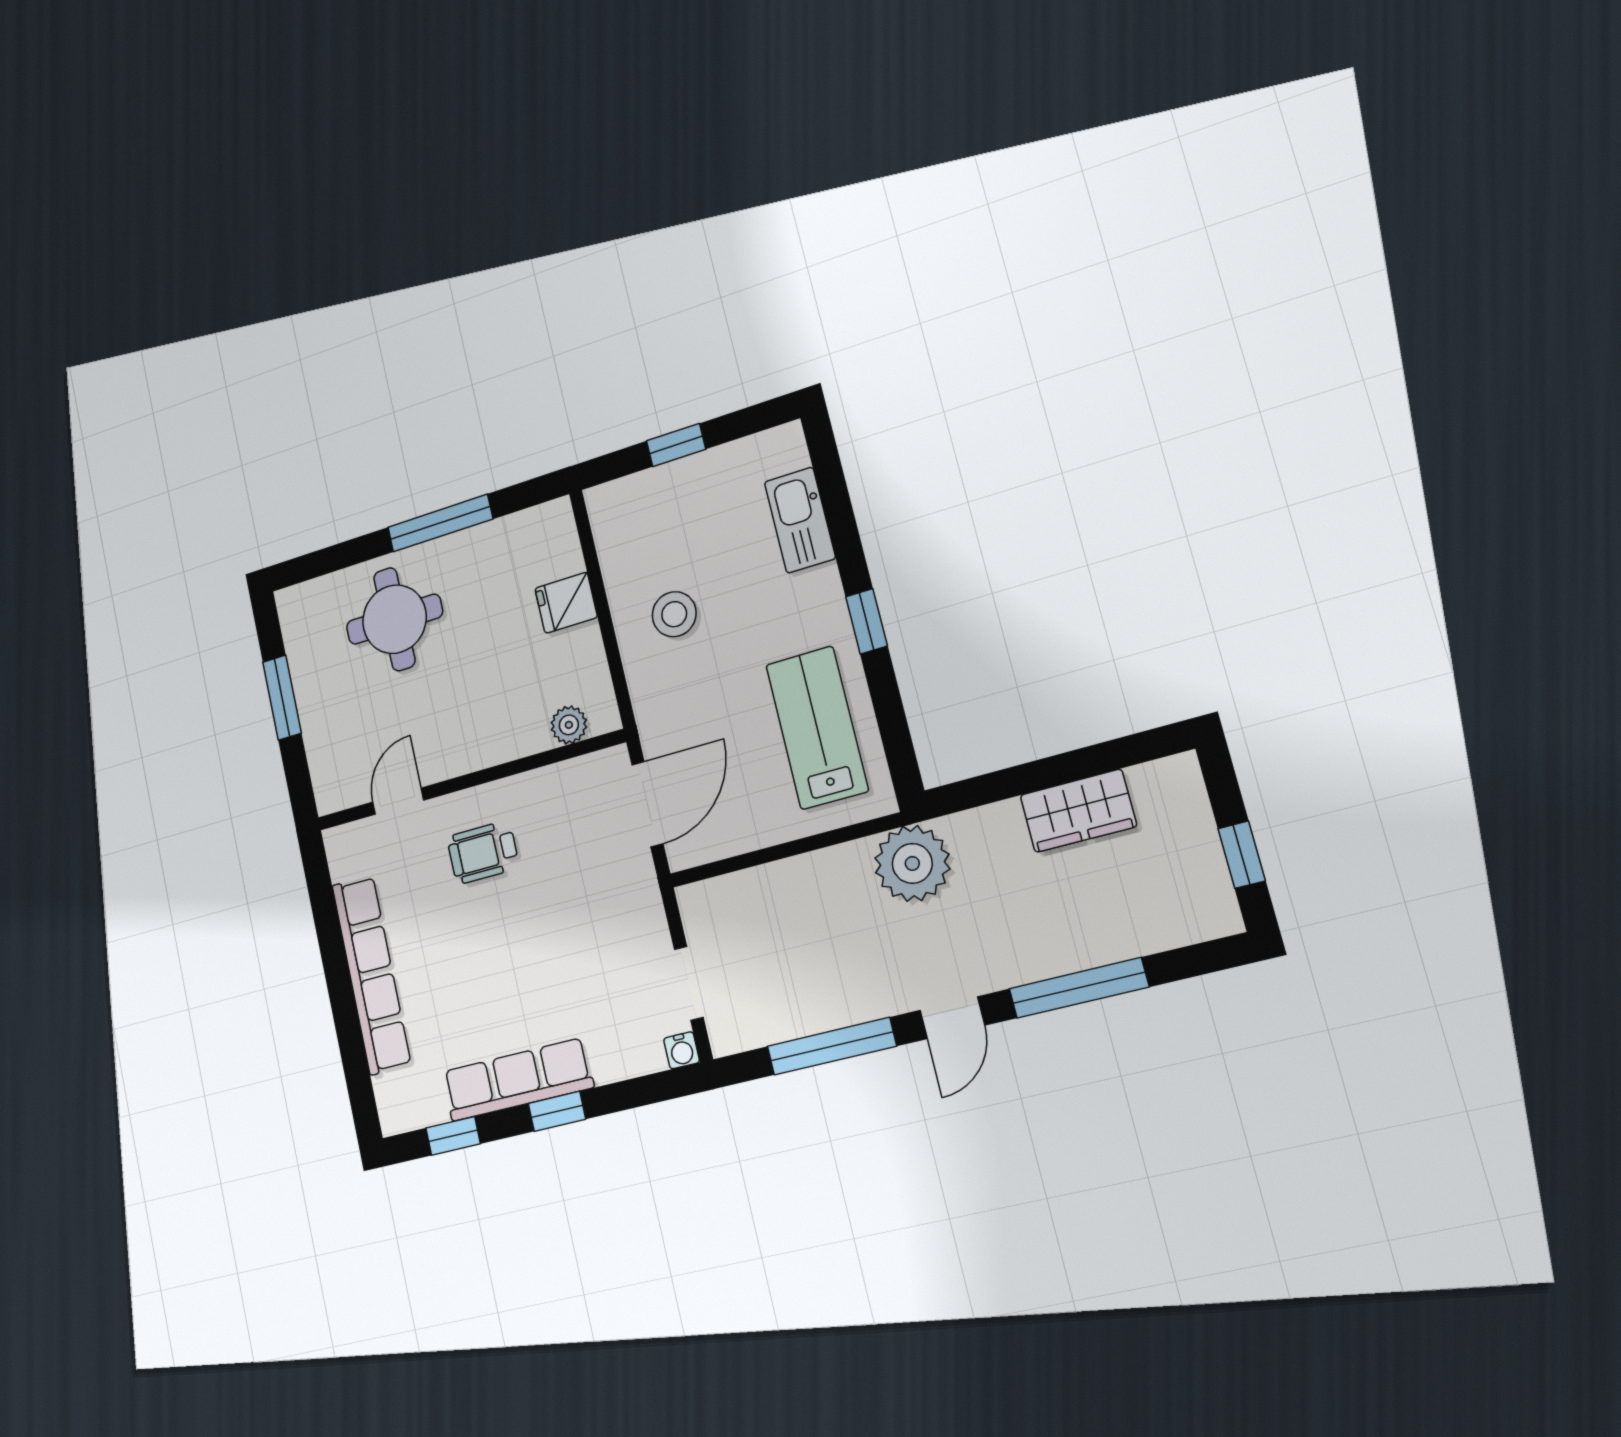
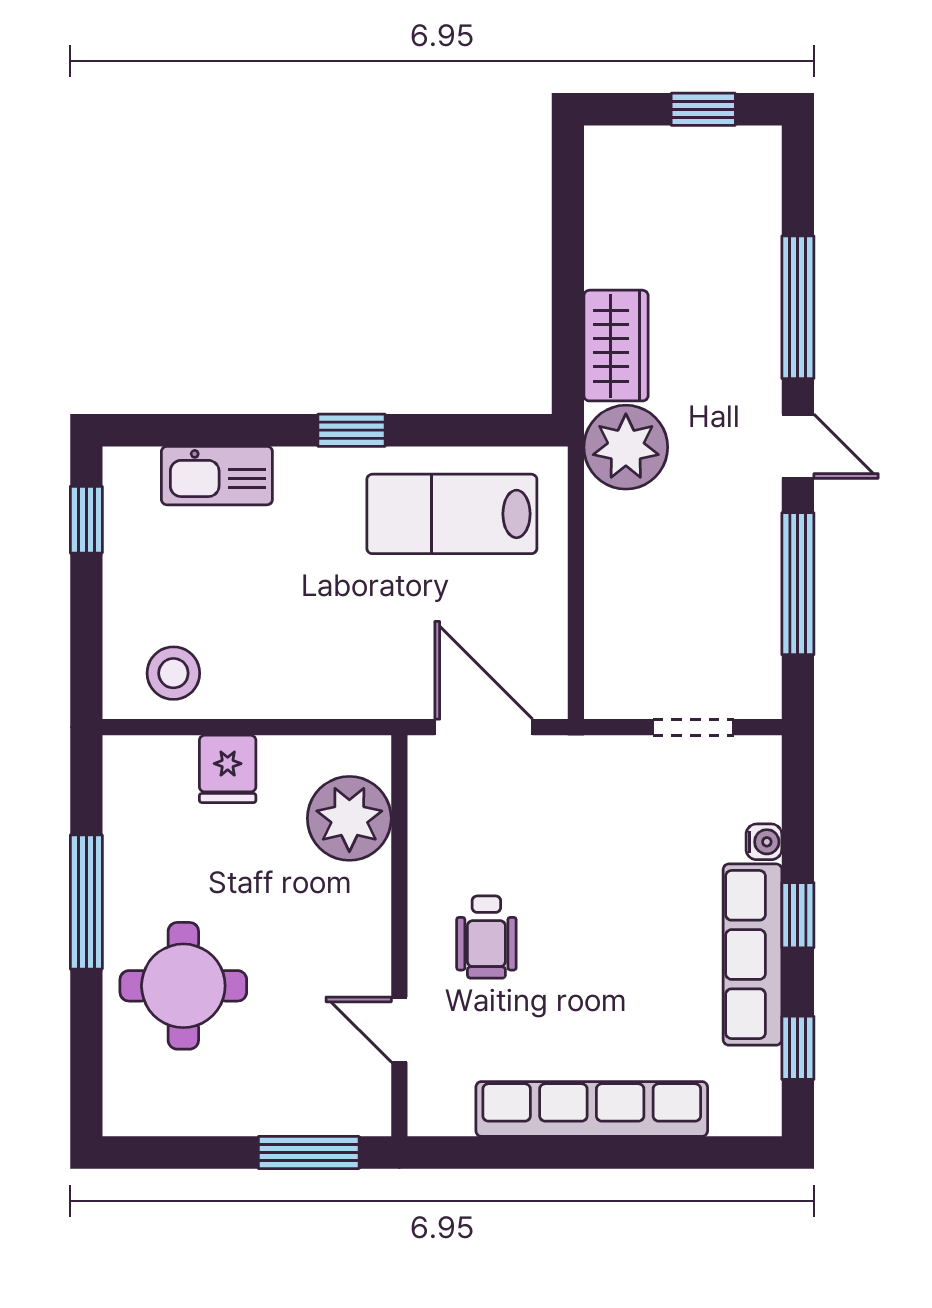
window: (676, 445) -> (86, 520), moved
stool: (674, 614) -> (173, 673), moved
window: (282, 698) -> (309, 1152), moved
plant: (569, 725) -> (349, 818), width x1.88, depth x1.88
wardrobe: (1078, 811) -> (616, 346), moved
water cooler: (682, 1050) -> (764, 842), moved

